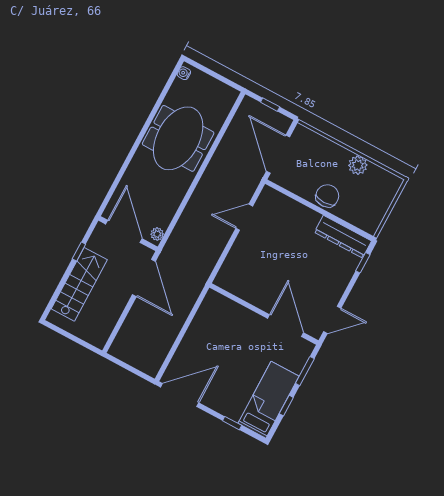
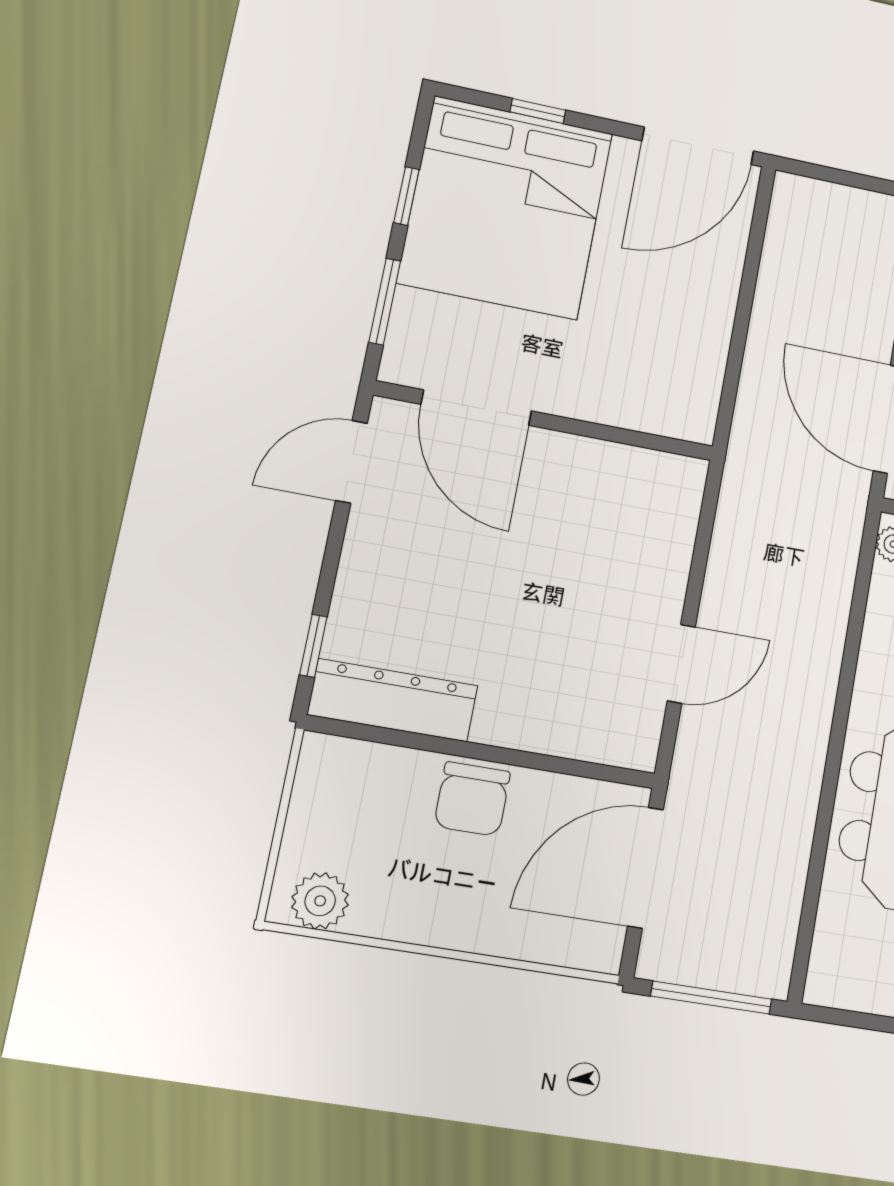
window: (270, 105) -> (711, 998), width x2.17
door: (278, 154) -> (645, 868), swing flipped
plant: (358, 165) -> (320, 901), moved
bed: (269, 400) -> (506, 208), width x2.04

